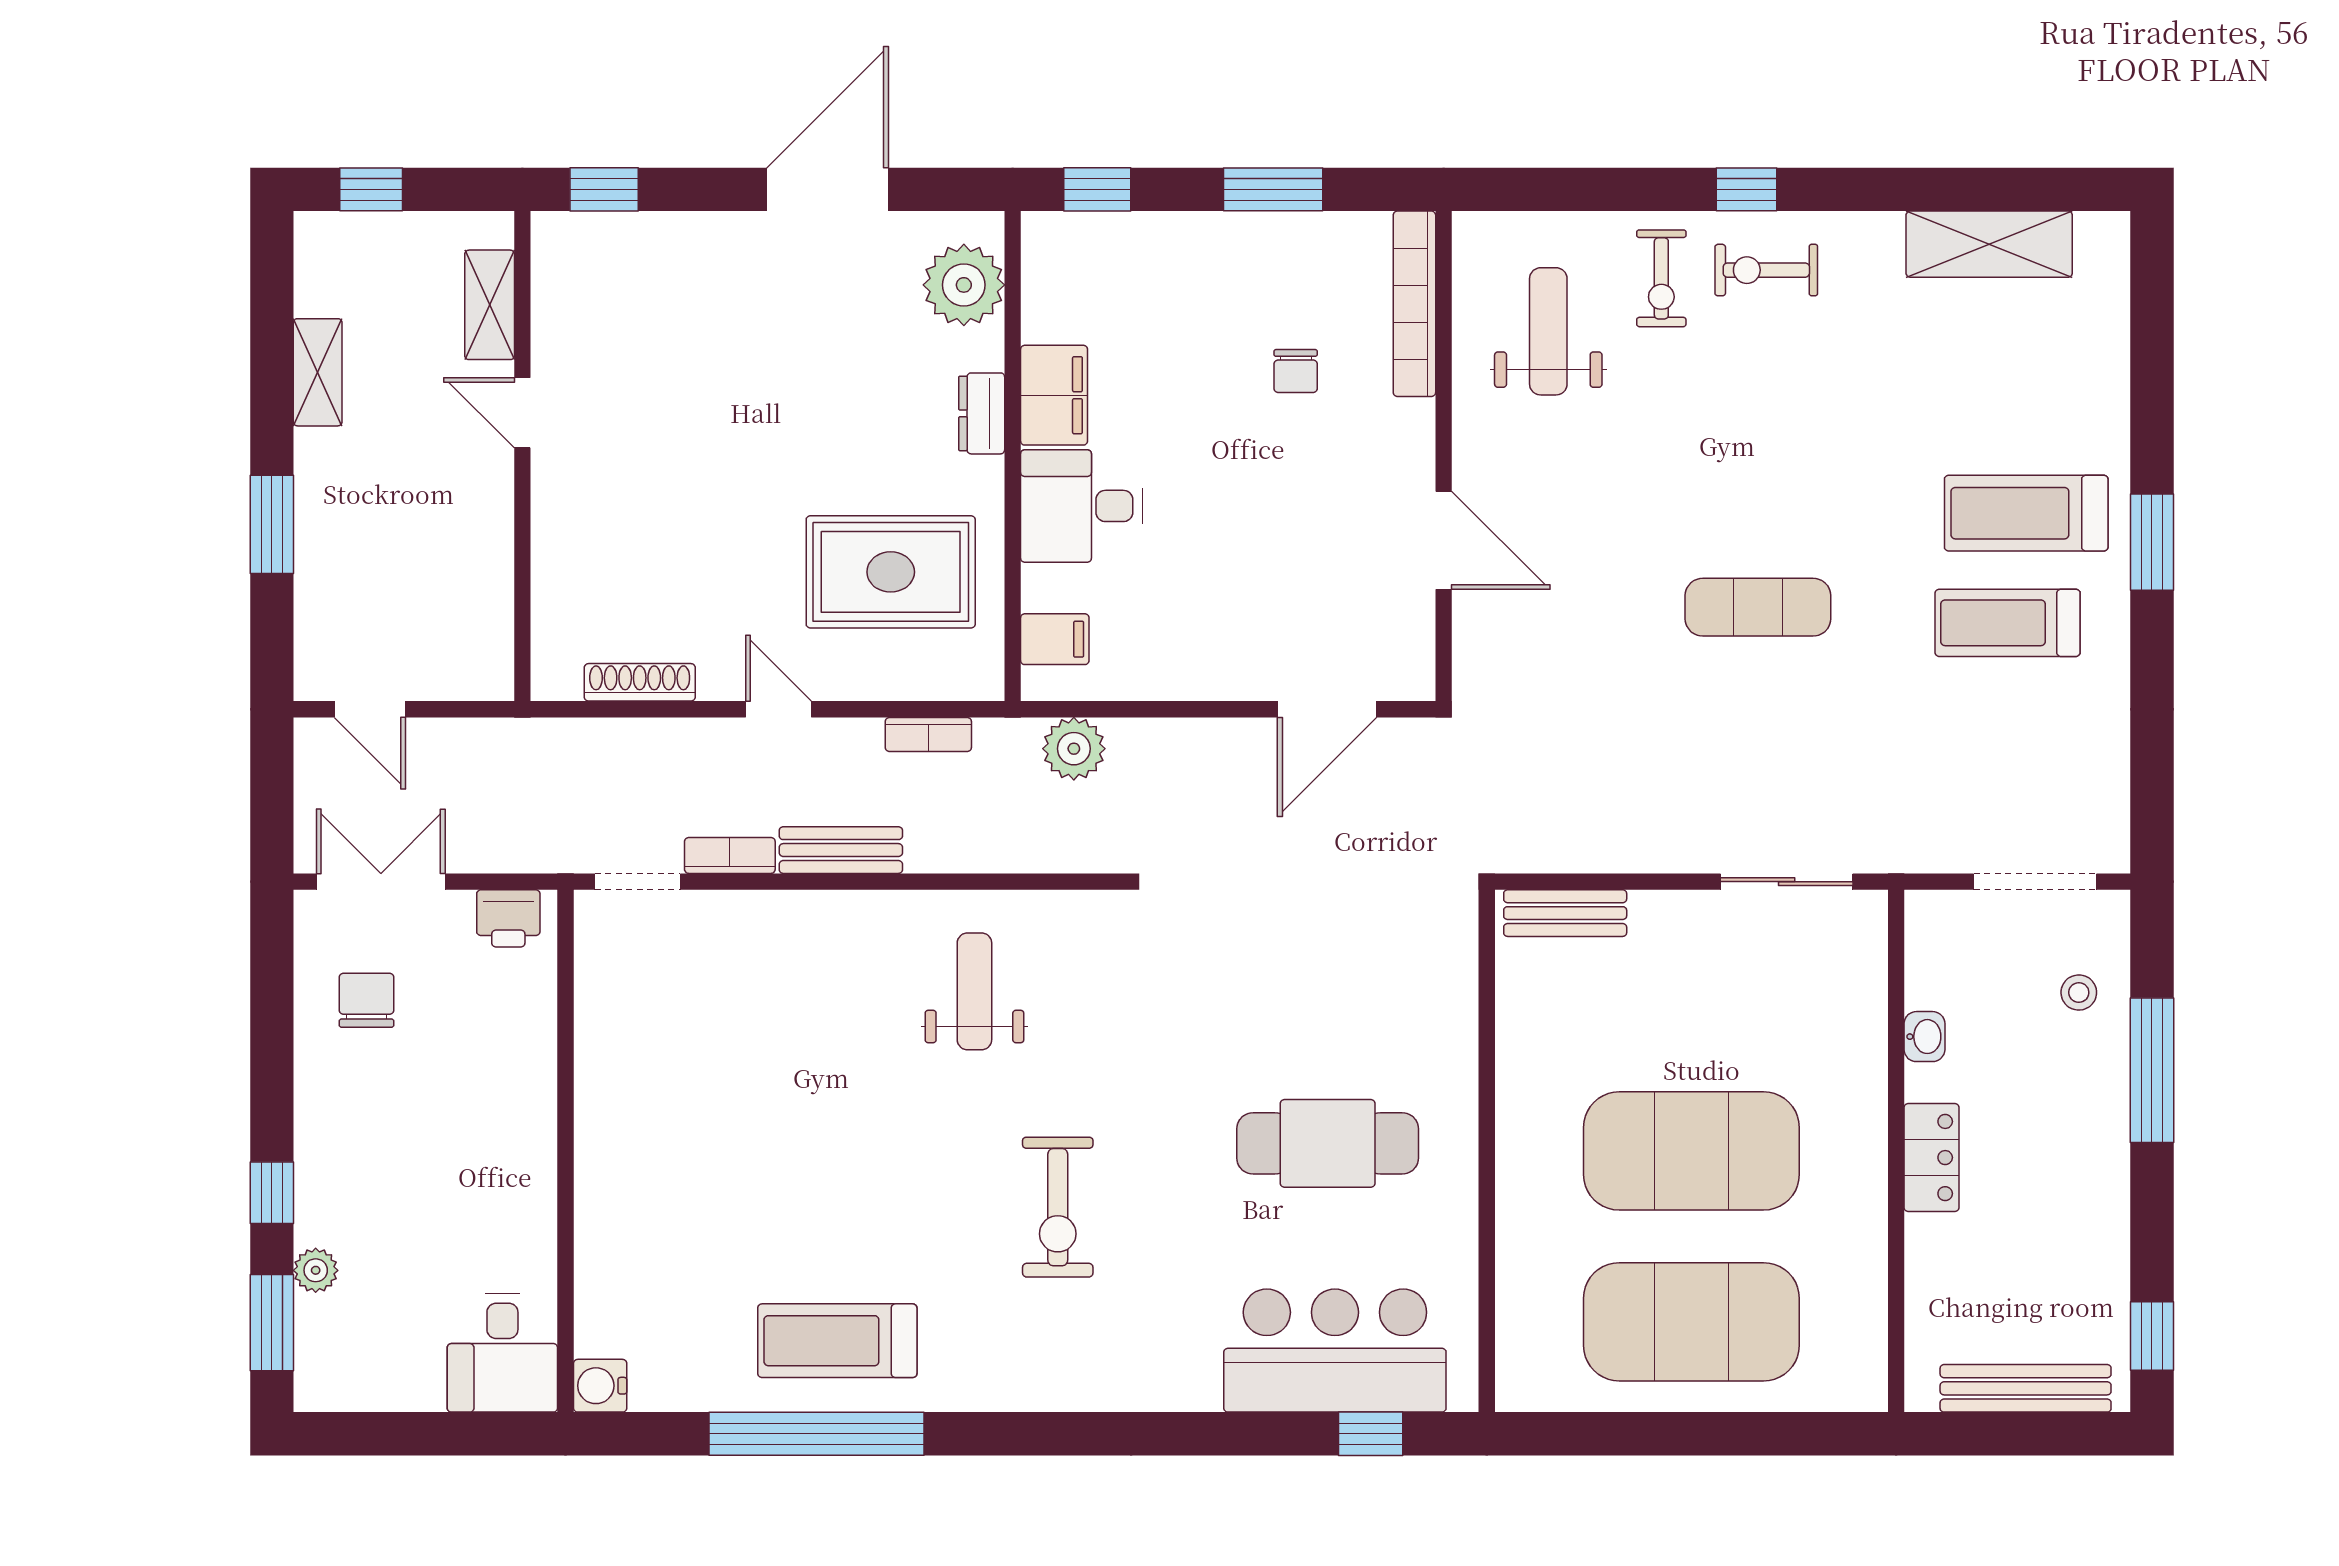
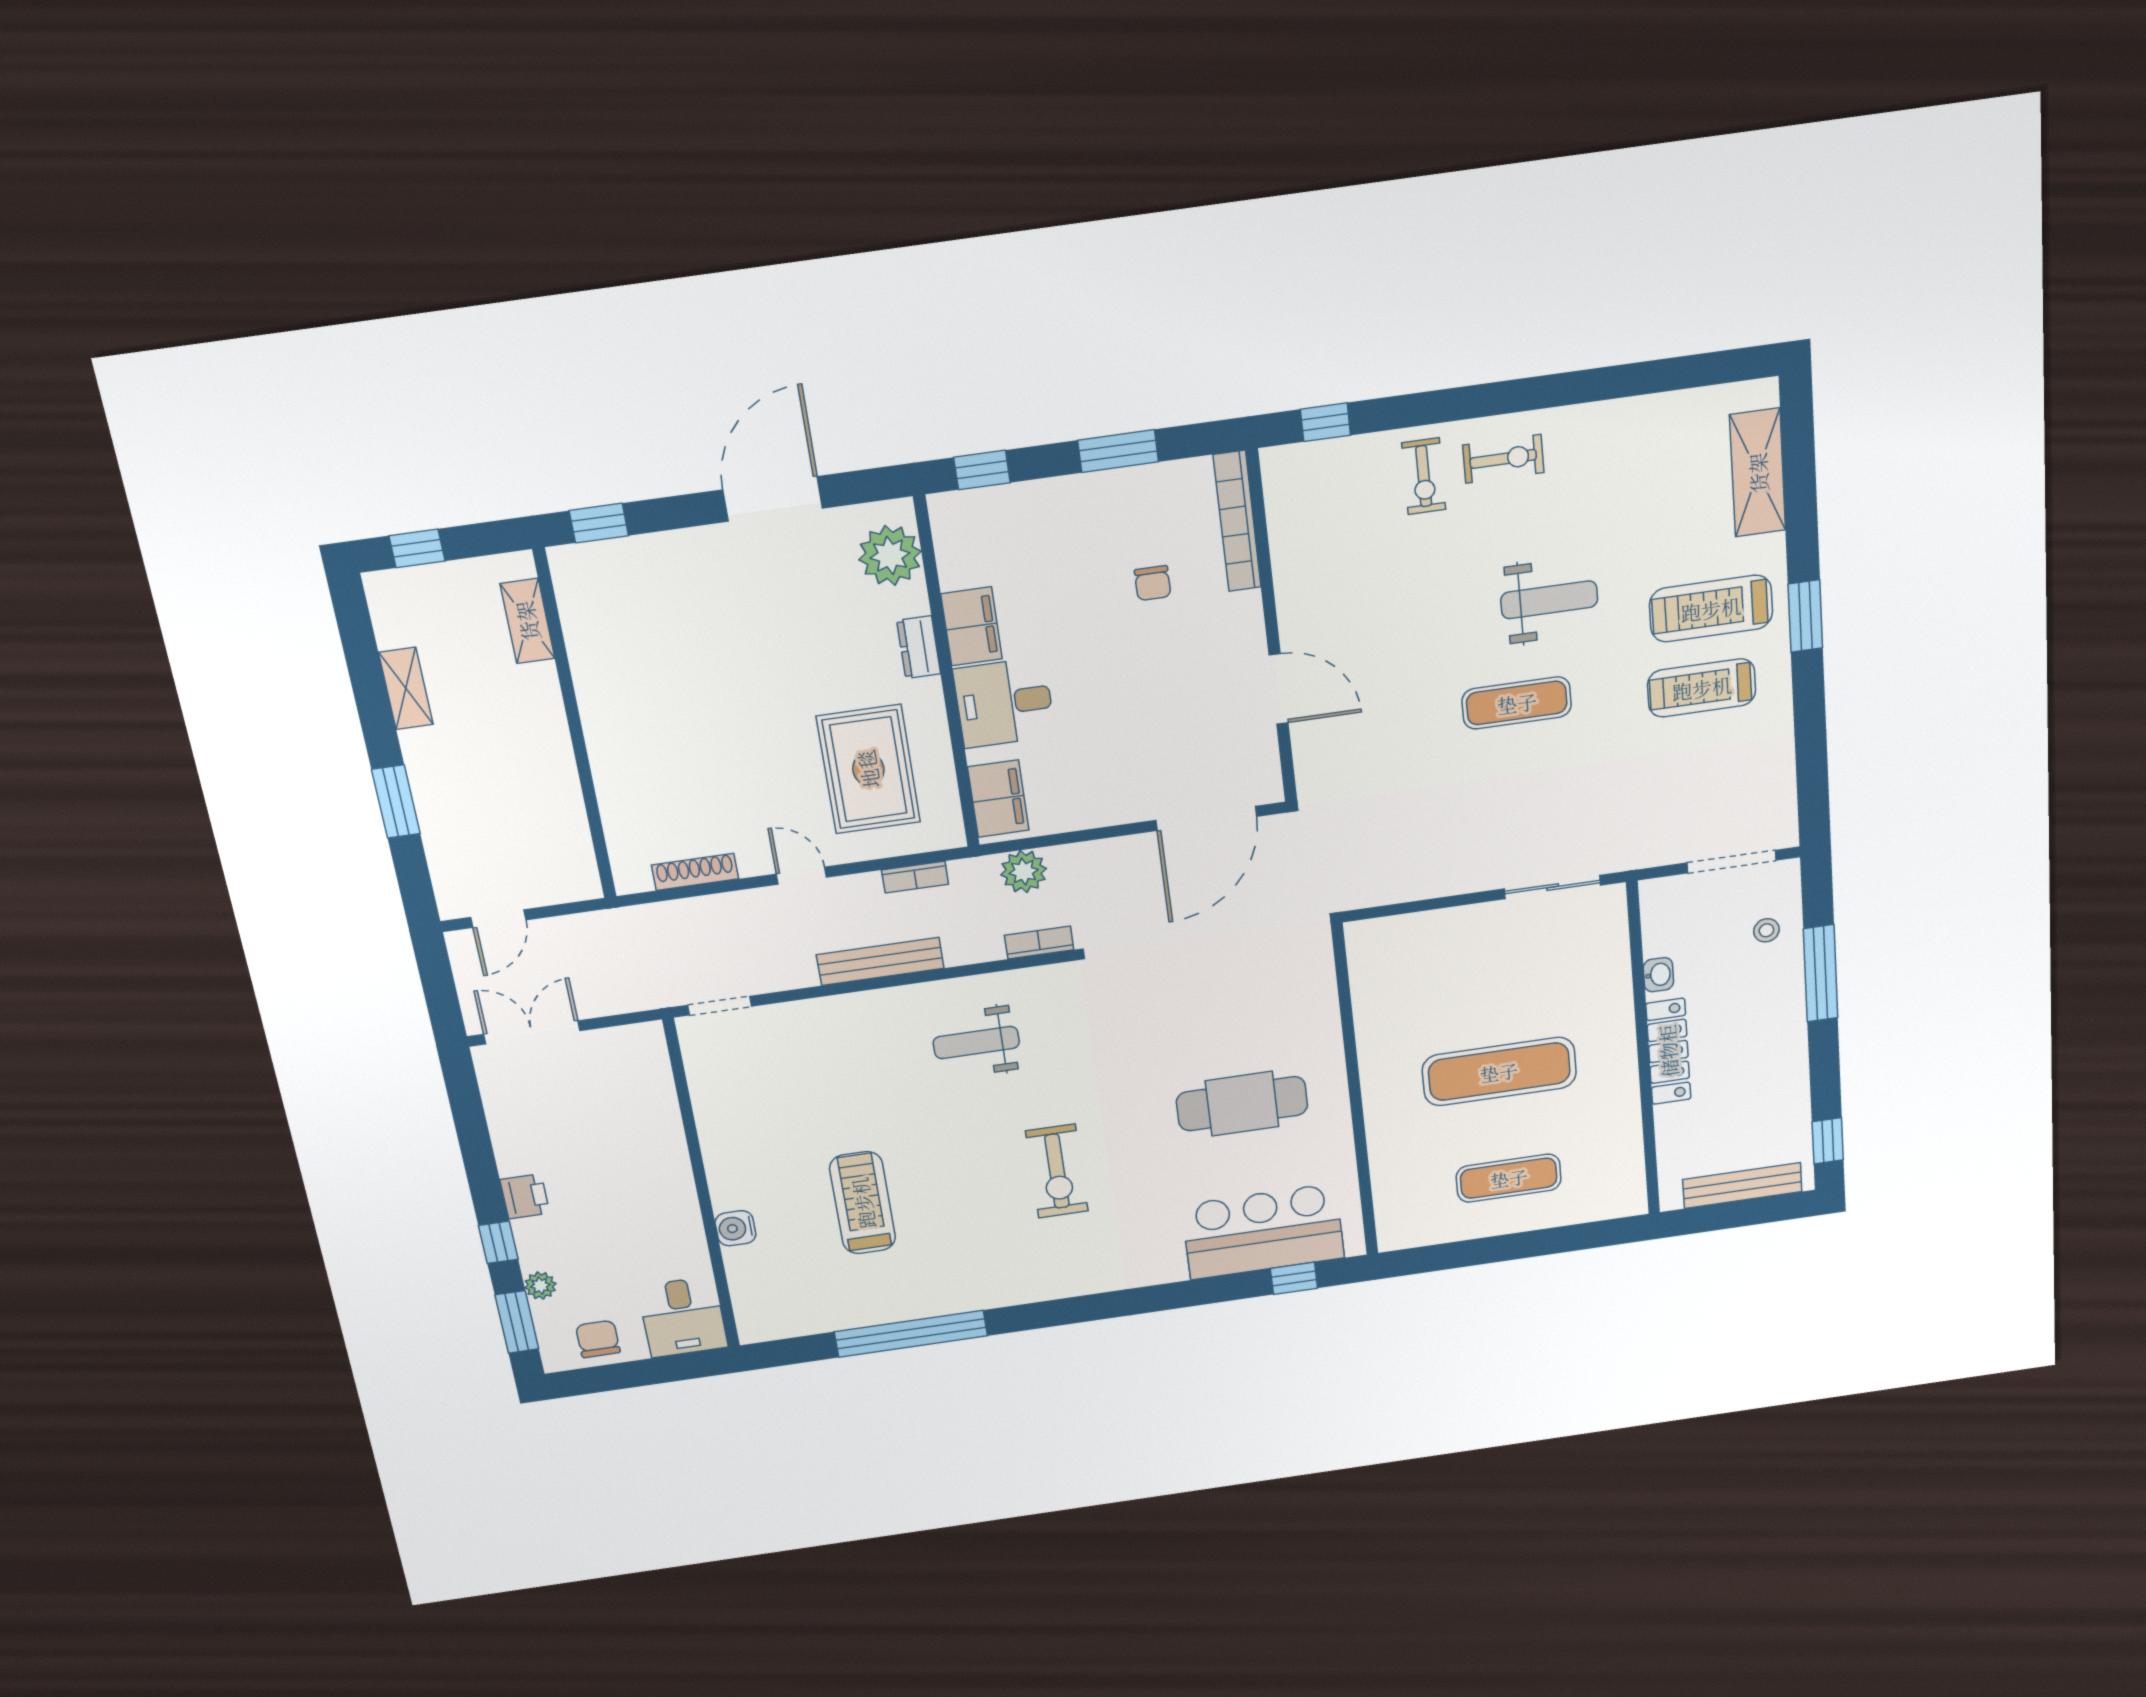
window: (1746, 189) -> (1325, 422), moved
shelving: (1989, 244) -> (1758, 473), moved, turned 90
exercise bike: (1766, 270) -> (1503, 459), turned 180
weight bench: (1548, 331) -> (1549, 600), moved, turned 90
door: (522, 413) -> (569, 696), removed
rug: (891, 572) -> (868, 769), turned 90
filing cabinet: (1055, 639) -> (998, 799), width x2.00
door: (370, 709) -> (498, 919), hinge flipped
door: (1327, 709) -> (1206, 818), width x1.36
bench: (841, 850) -> (880, 961), width x1.36
bookcase: (730, 855) -> (1039, 942), moved
bench: (1565, 913) -> (1395, 931), removed
printer: (508, 918) -> (525, 1196), moved, turned -90
weight bench: (974, 991) -> (976, 1043), turned -90
chair: (366, 1000) -> (598, 1339), moved
exercise mat: (1691, 1151) -> (1499, 1072), width x0.68
locker: (1932, 1158) -> (1668, 1051), width x1.53
exercise mat: (1691, 1322) -> (1509, 1178), width x0.50, depth x0.69
treadmill: (837, 1341) -> (863, 1203), moved, turned 90
water cooler: (600, 1386) -> (735, 1228), moved

